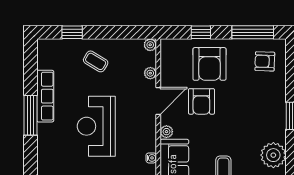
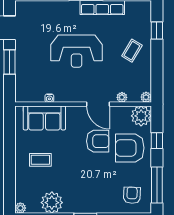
armchair: (201, 101) -> (98, 141), turned 180
reception desk: (96, 126) -> (77, 51), turned 180
plant: (166, 132) -> (141, 116), moved, width x1.88, depth x1.88

